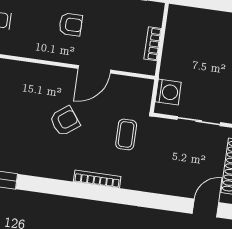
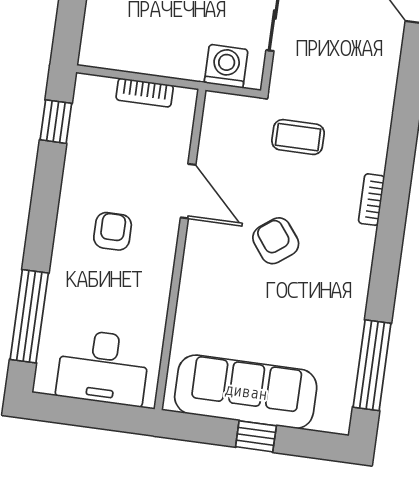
bookcase: (97, 179) -> (371, 200), width x0.64

